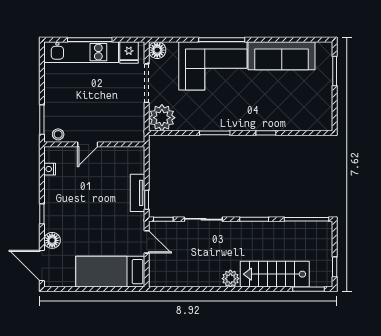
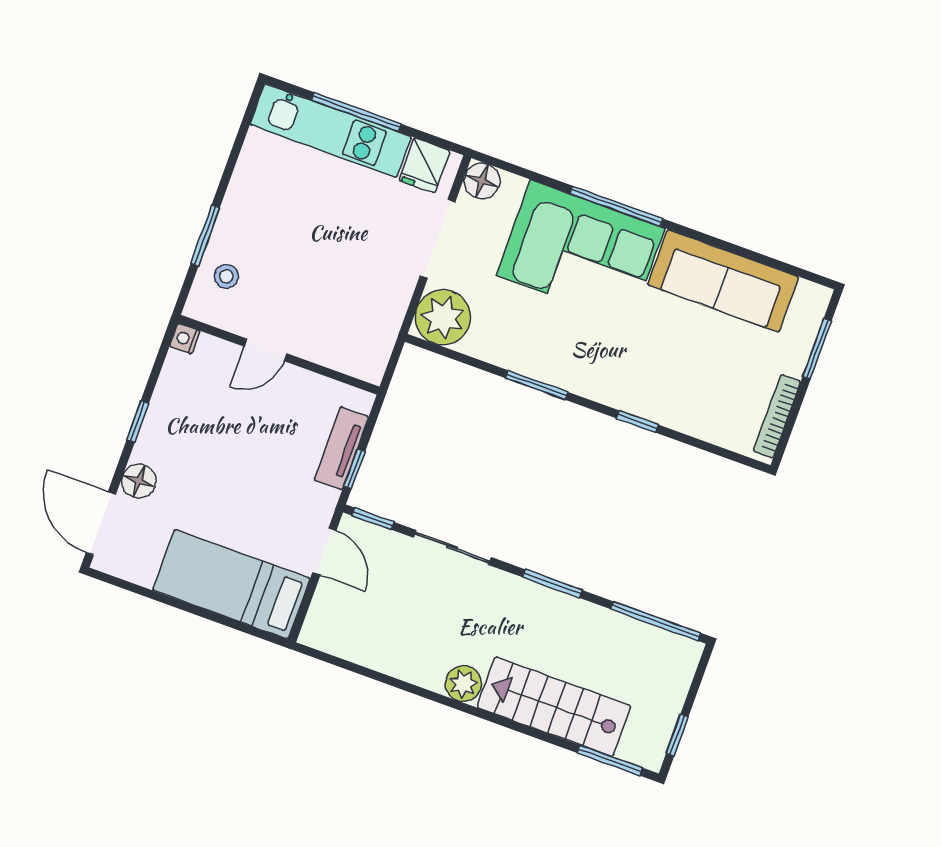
bookcase: (328, 108) -> (777, 416), added
door: (88, 144) -> (266, 350), moved
wall: (94, 144) -> (279, 355), moved

